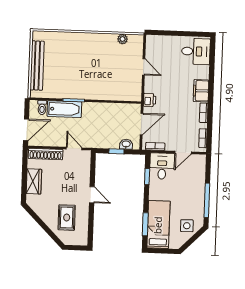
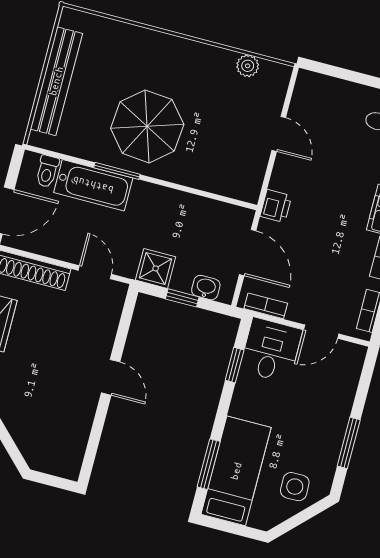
parasol: (83, 77) -> (147, 126), added
door: (142, 124) -> (248, 253), hinge flipped
shower: (101, 141) -> (156, 268), added
window: (207, 200) -> (349, 443), width x0.69
rug: (67, 218) -> (47, 413), removed

